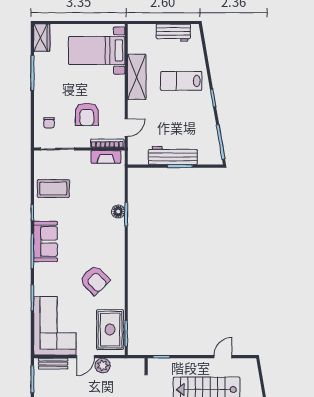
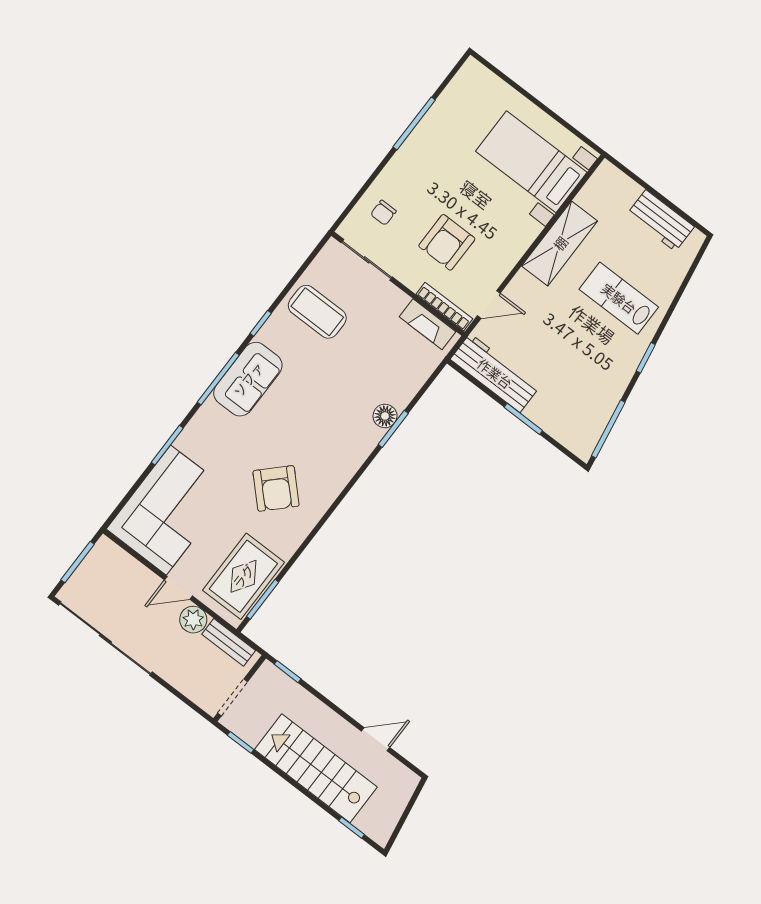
wardrobe: (42, 38) -> (467, 83), removed
workbench: (173, 156) -> (495, 373), moved
bench: (53, 364) -> (229, 642), moved

